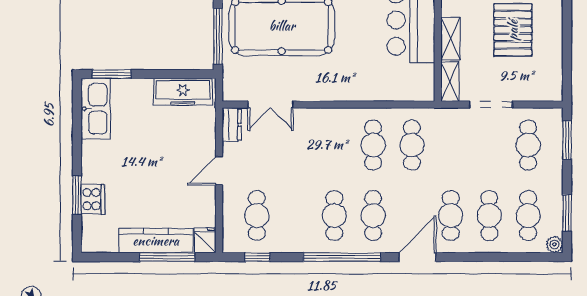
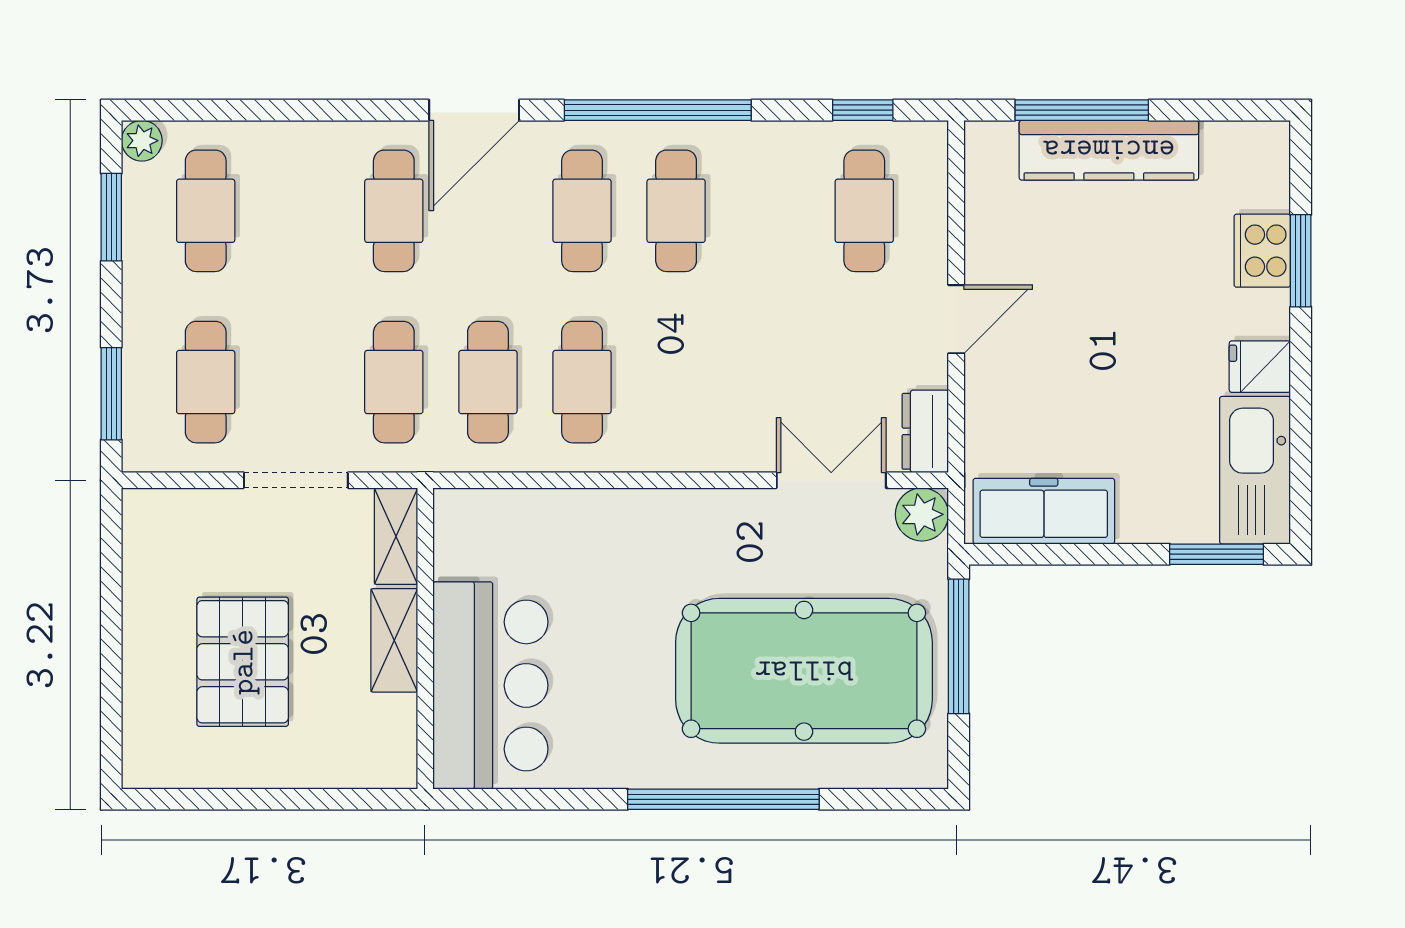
plant: (233, 90) -> (922, 514), added
cafe table: (489, 216) -> (394, 382), moved
fridge: (205, 240) -> (1260, 367), moved, turned 90

